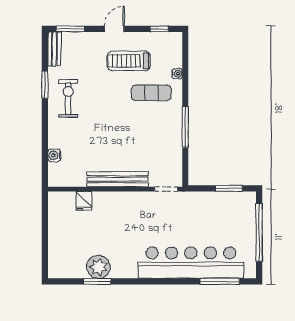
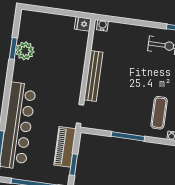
water cooler: (54, 155) -> (102, 25), moved
fridge: (84, 201) -> (83, 24), moved
piano: (209, 202) -> (65, 147), added

